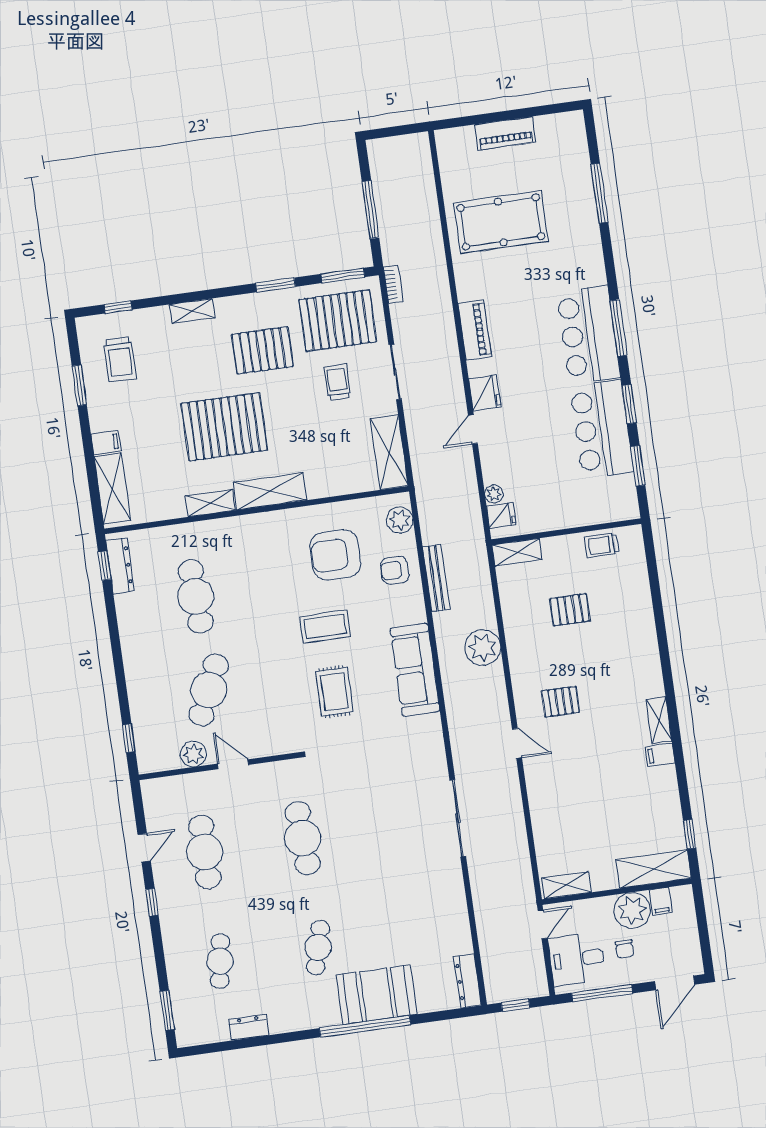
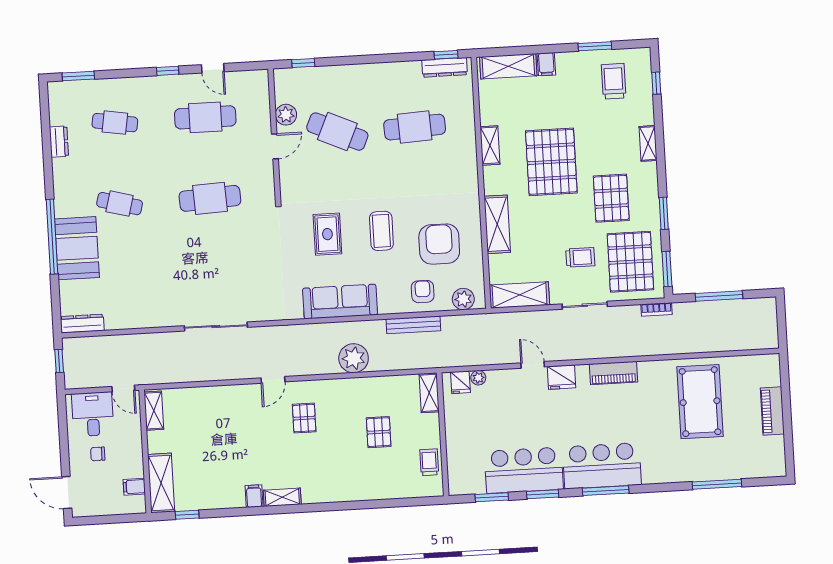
trolley: (120, 359) -> (614, 81), turned 90
shelving: (270, 491) -> (497, 224), moved
rug: (334, 692) -> (327, 234), turned 90
plant: (632, 910) -> (129, 463), removed
window: (602, 993) -> (63, 433), removed

